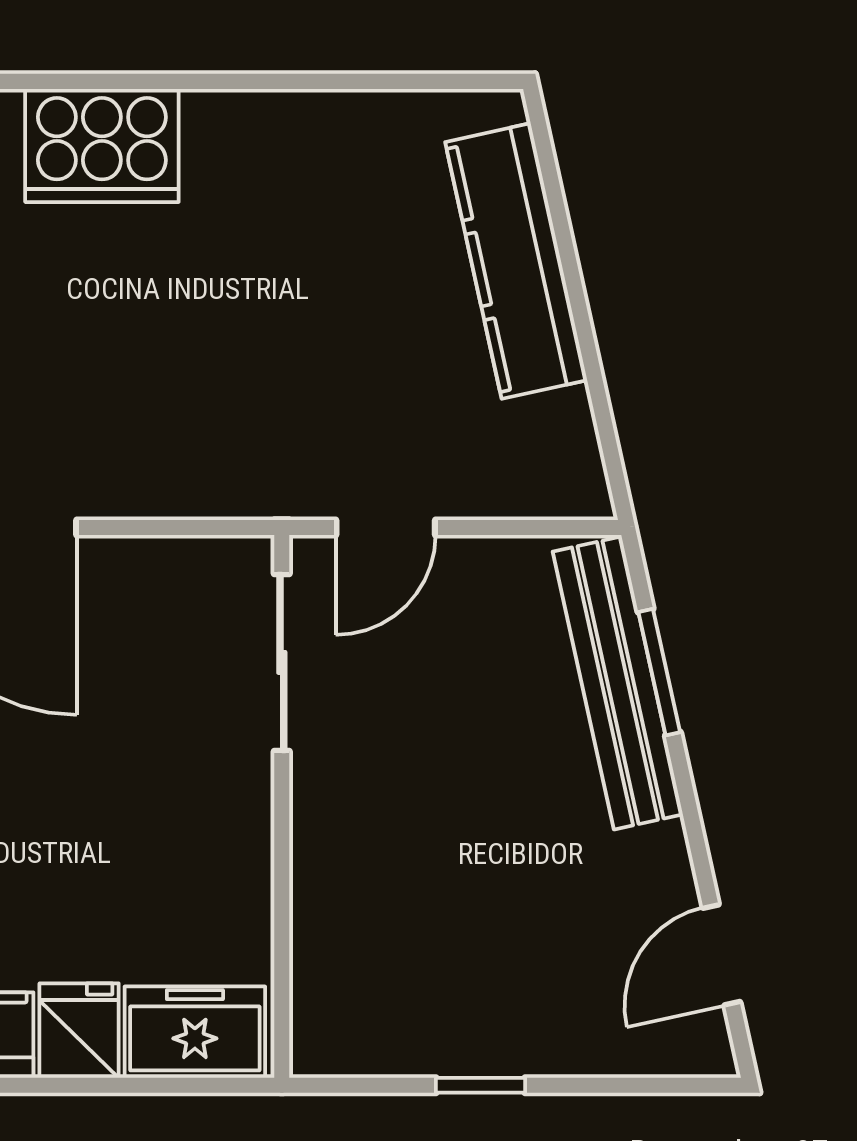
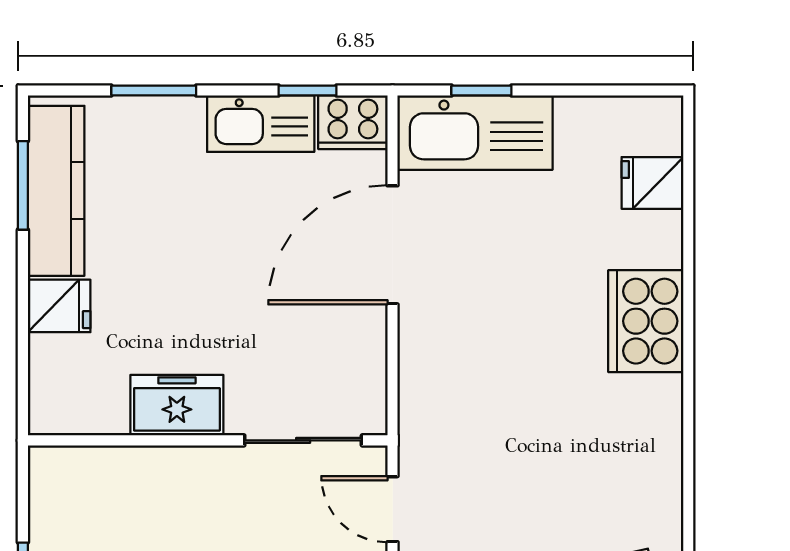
freezer: (195, 1032) -> (177, 405), moved, turned -90

